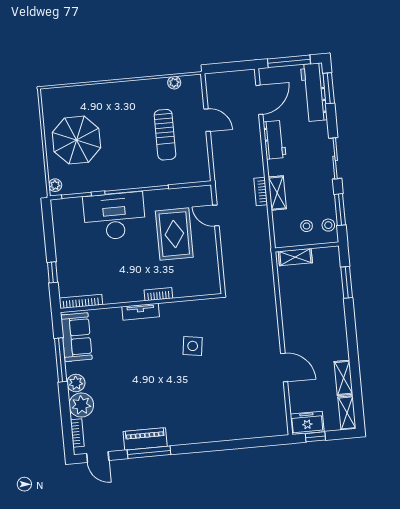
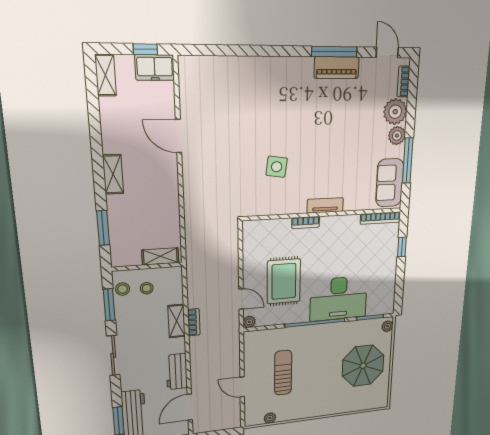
plant: (206, 191) -> (249, 322), added
shelving: (344, 378) -> (113, 174), moved

